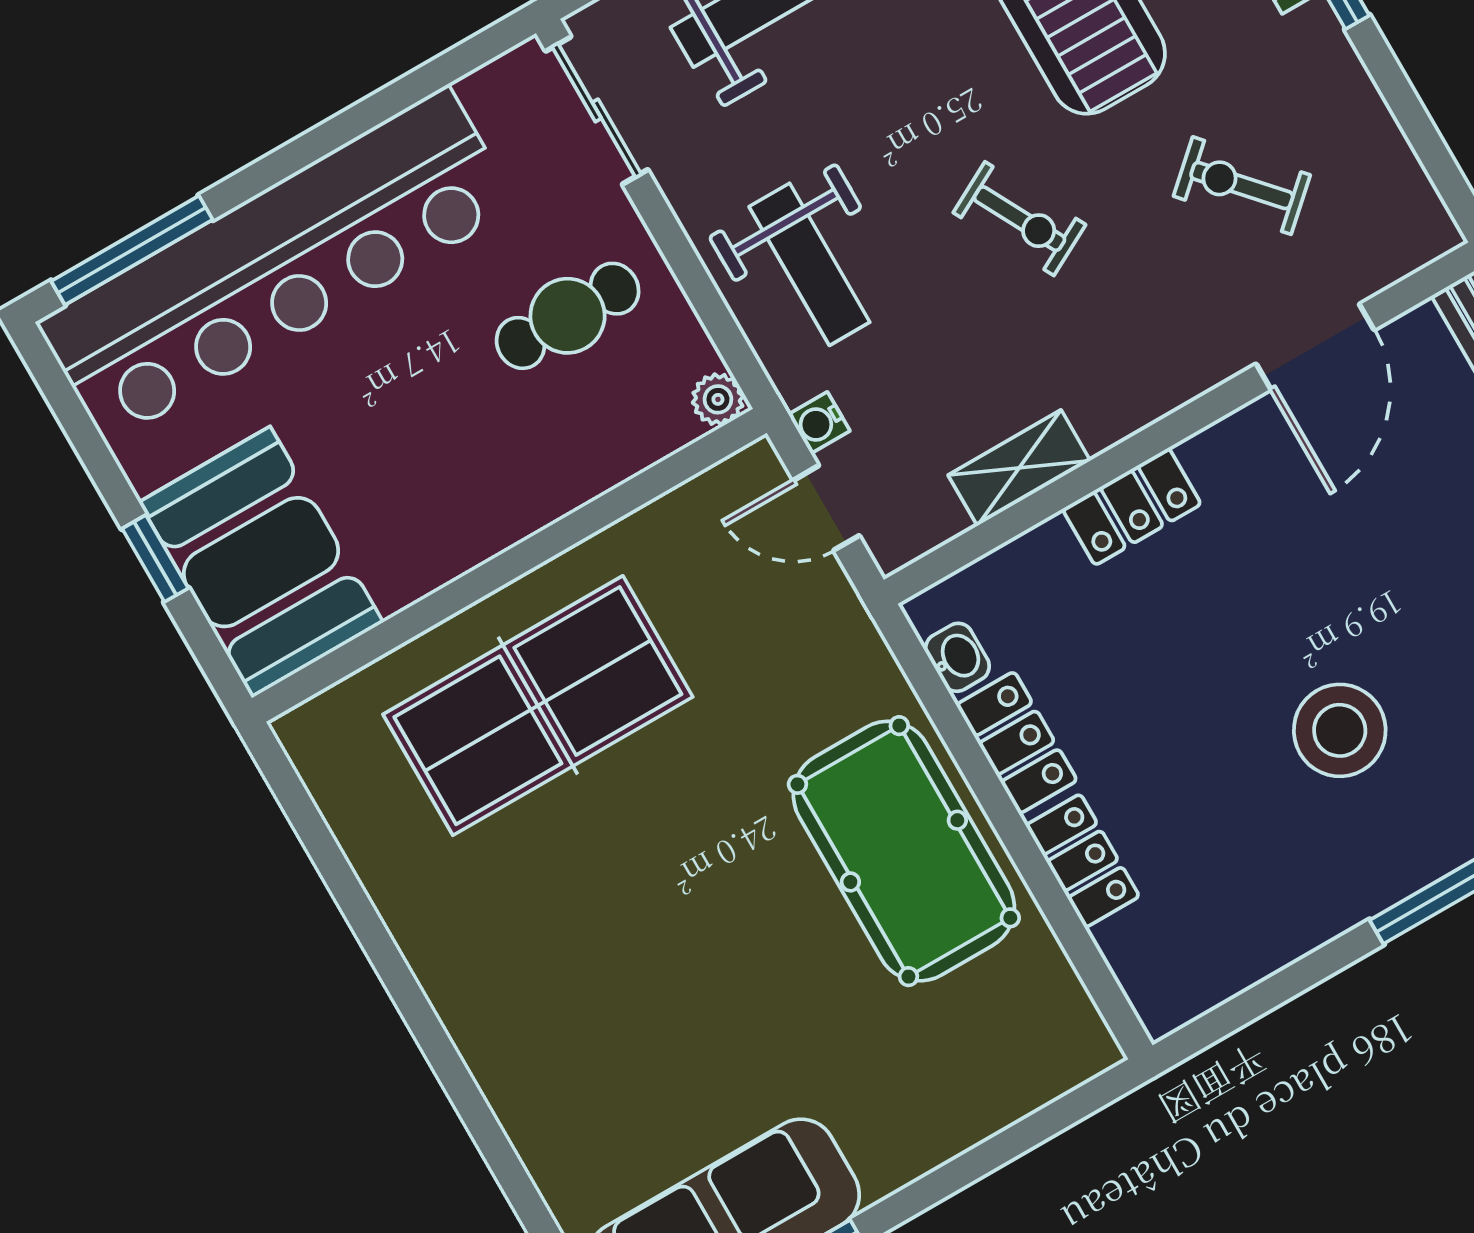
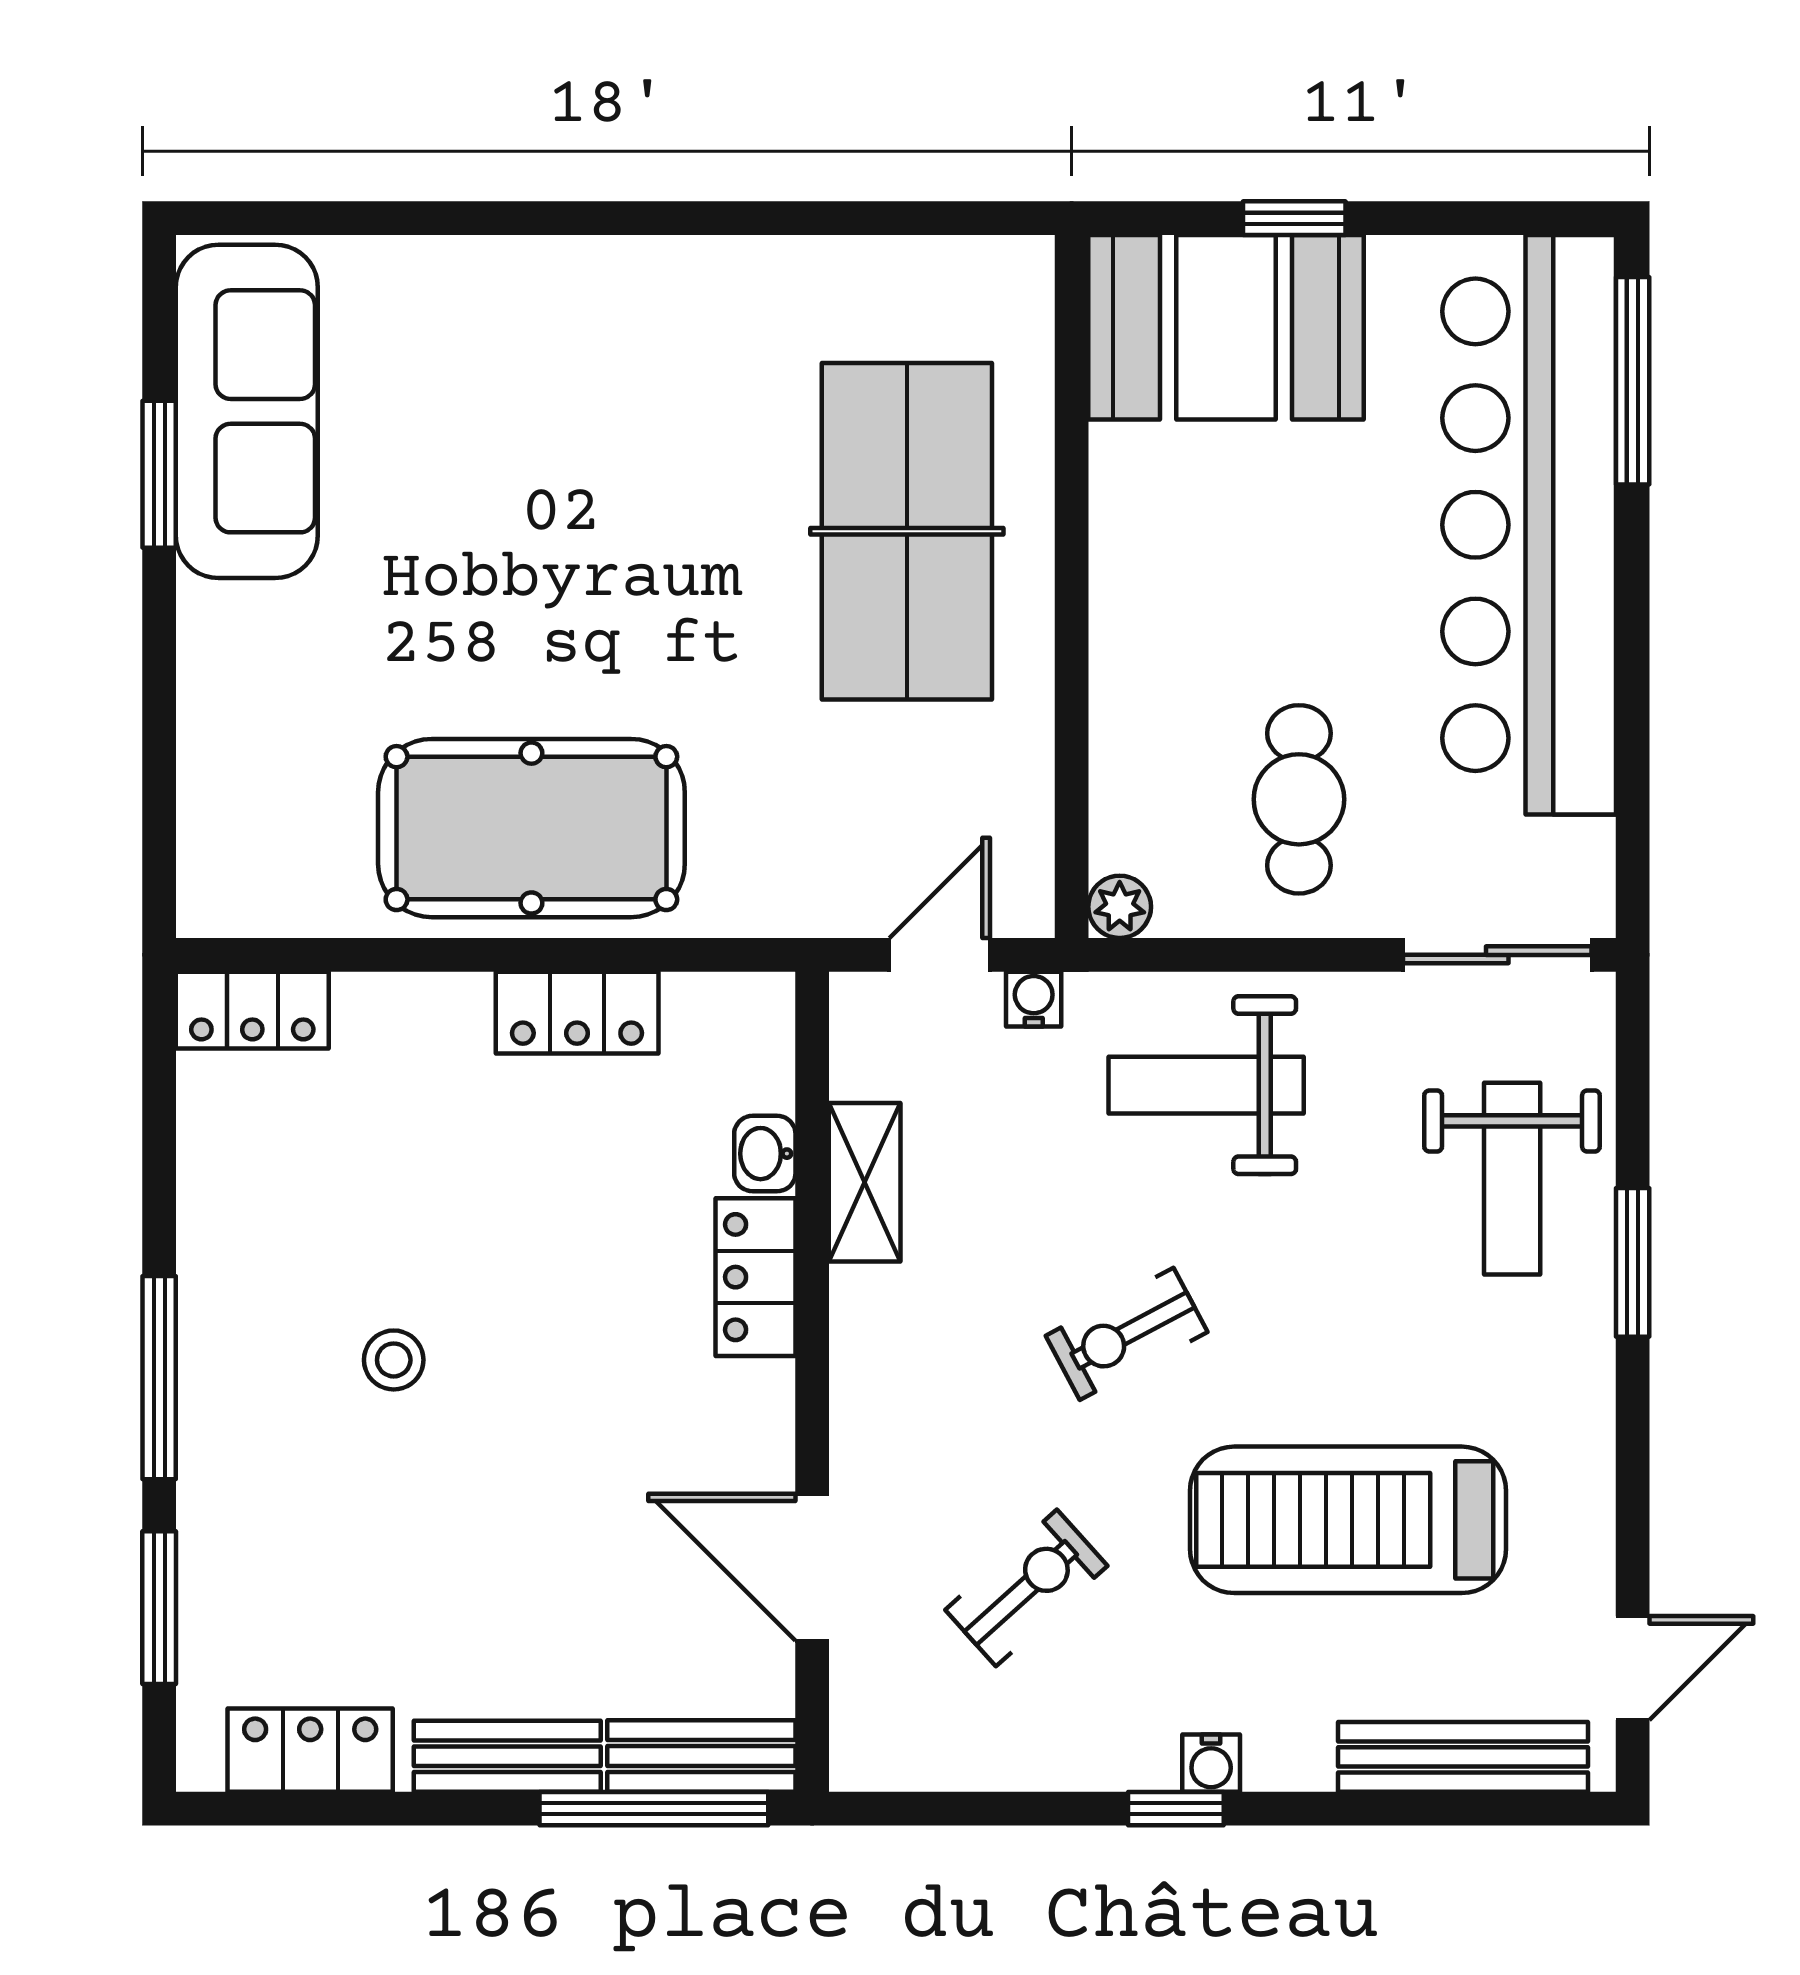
washbasin: (957, 657) -> (765, 1154), moved, turned 90
stool: (1340, 730) -> (394, 1360), width x0.53, depth x0.53
locker: (1083, 861) -> (252, 1010), moved

